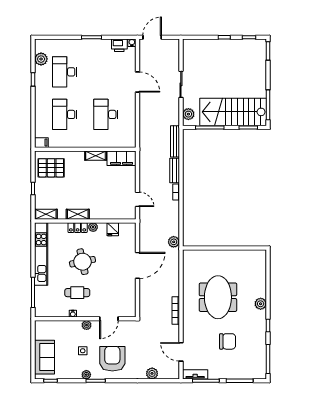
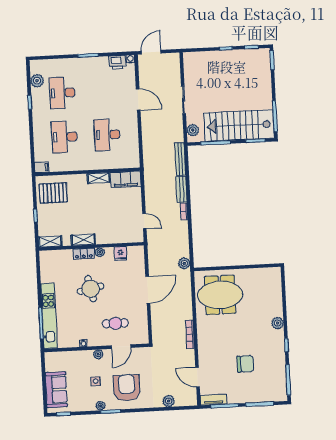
kitchen unit: (41, 254) -> (49, 316), moved
cafe table: (77, 293) -> (115, 323), moved
meeting table: (218, 297) -> (220, 295), moved, turned 90

